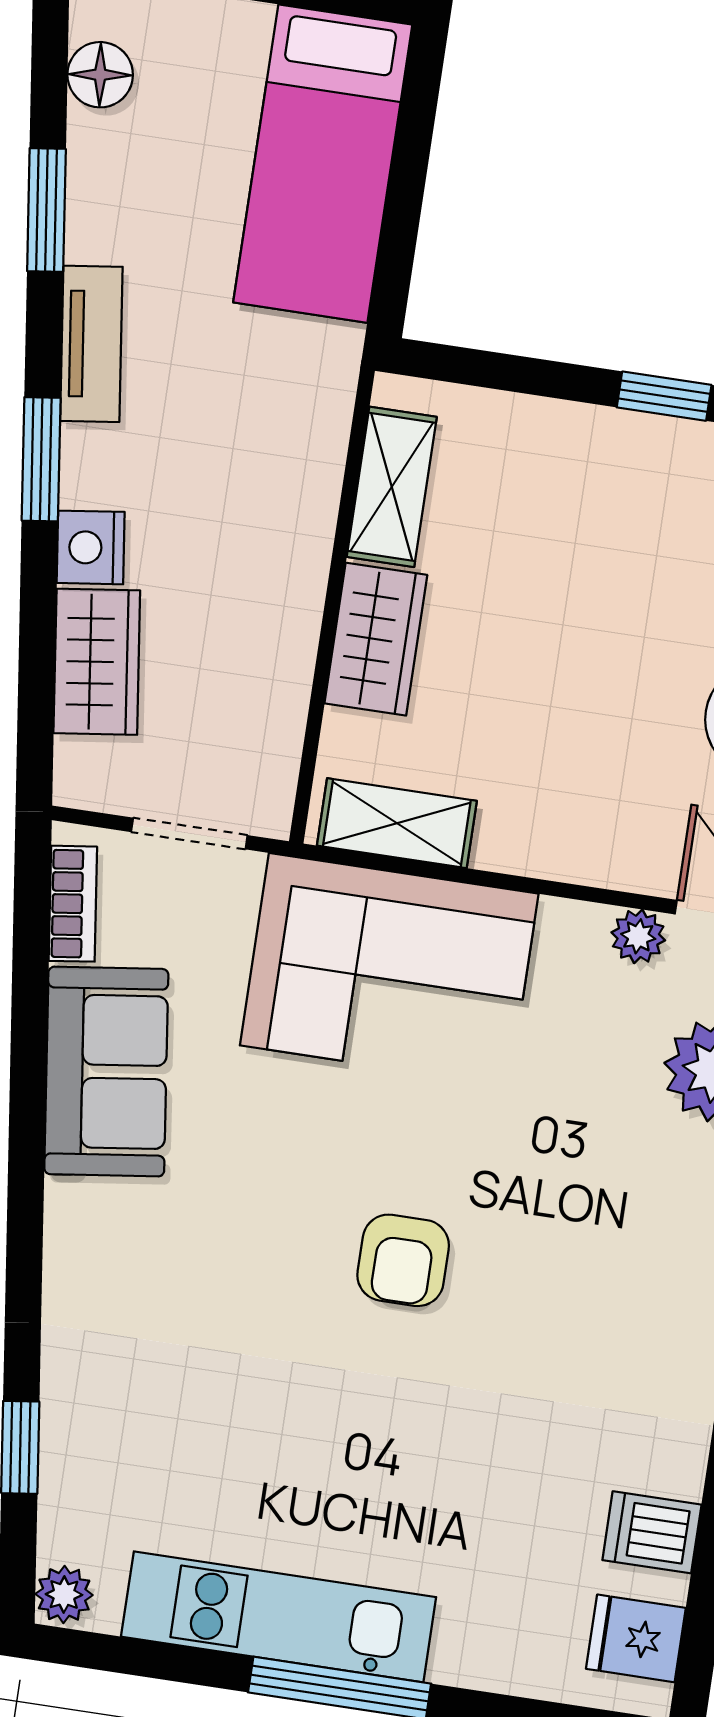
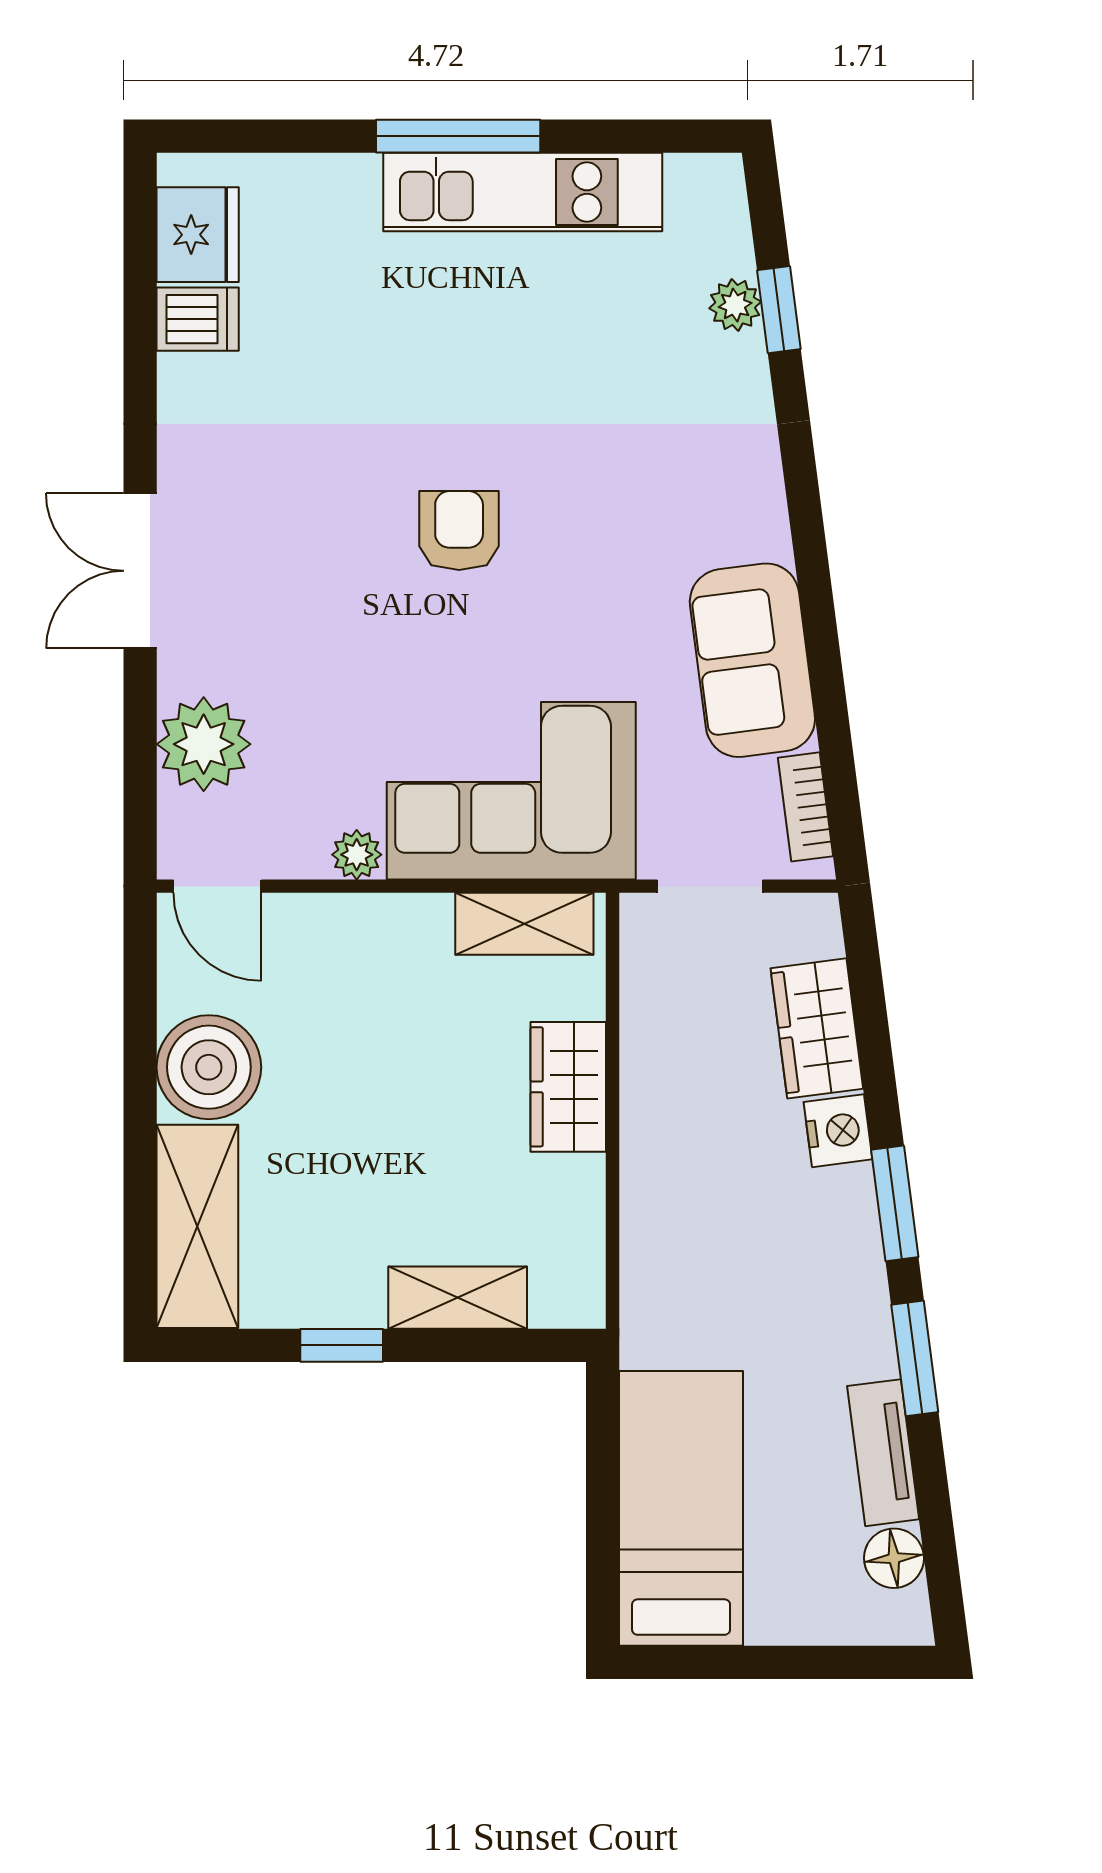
window: (46, 210) -> (915, 1358), moved
tv unit: (91, 344) -> (883, 1453), moved
shelving: (392, 487) -> (458, 1298), moved, turned 90
plant: (638, 936) -> (357, 855), moved
plant: (64, 1594) -> (735, 305), moved
fridge: (636, 1638) -> (198, 235), width x1.38

